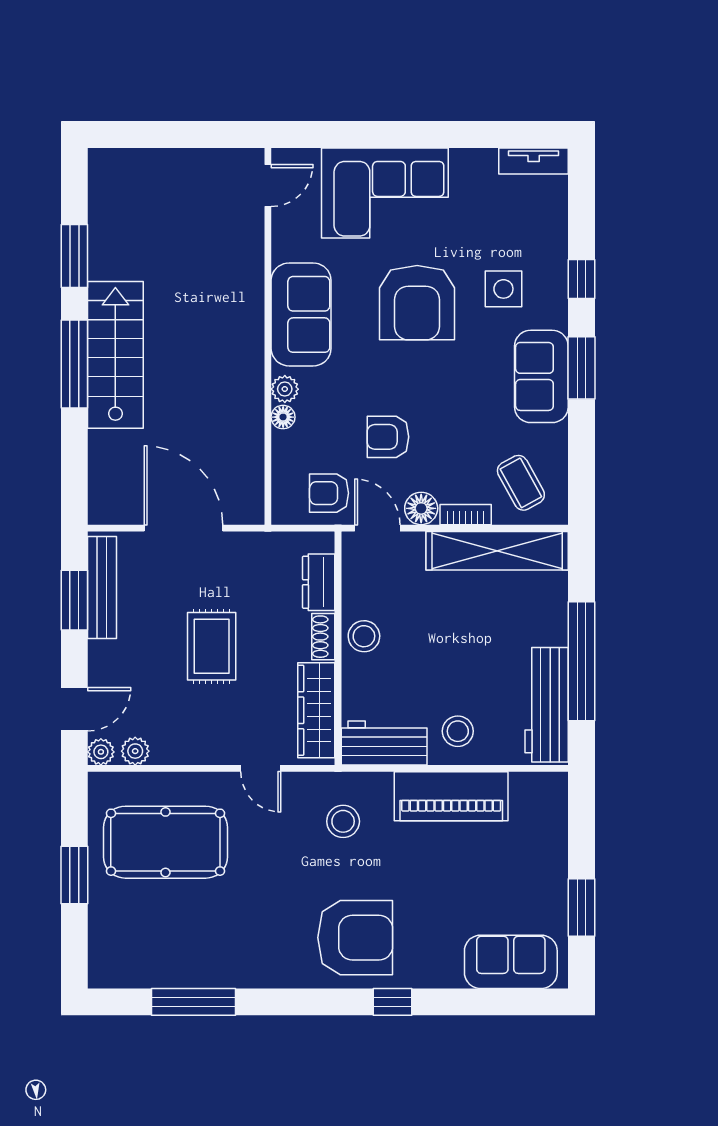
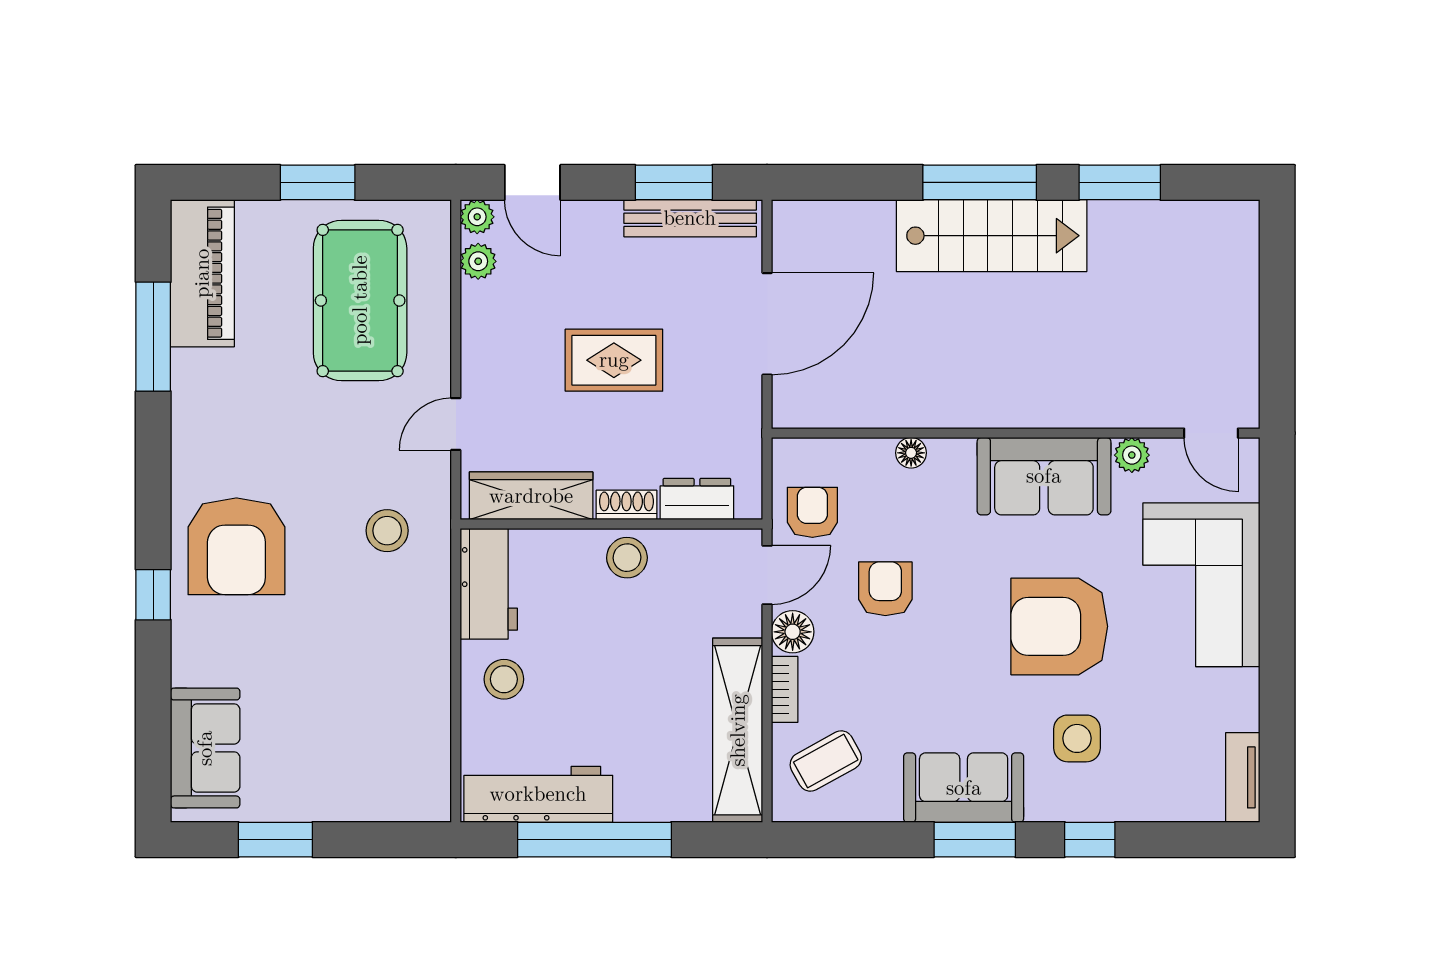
plant: (285, 389) -> (1132, 455), moved
piano: (451, 796) -> (202, 273), moved, turned 180

